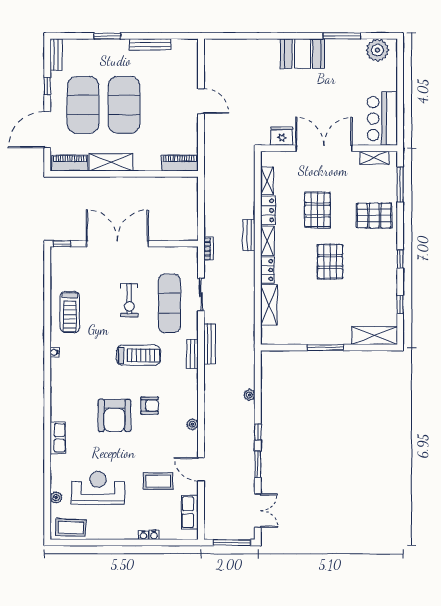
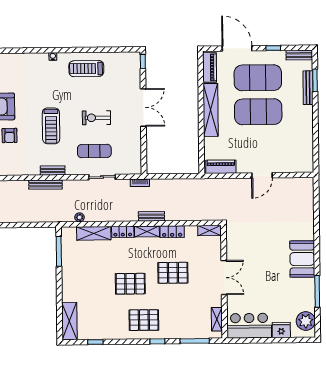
window: (108, 36) -> (315, 80), moved
bench: (150, 44) -> (308, 88), moved
fridge: (282, 136) -> (281, 330), moved, turned -90
double door: (324, 148) -> (224, 278), width x0.73
shelving: (111, 162) -> (211, 110), width x1.47
piano: (180, 163) -> (221, 167), moved, turned -90
shelving: (267, 181) -> (210, 231), moved
pallet: (374, 216) -> (144, 320), moved, turned 90
double door: (117, 244) -> (143, 107), width x0.73
window: (400, 259) -> (157, 341), moved
exercise mat: (169, 303) -> (94, 151), width x0.73, depth x0.69
bench: (209, 344) -> (45, 185), moved
window: (326, 348) -> (59, 251), moved
plant: (249, 395) -> (80, 217), moved

